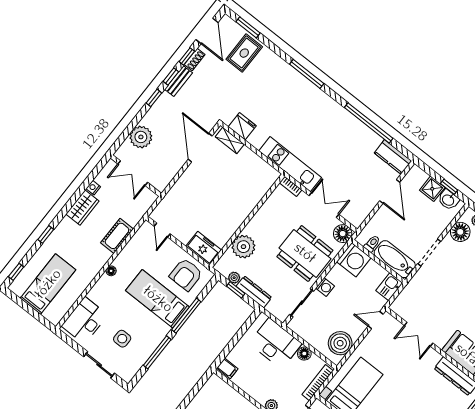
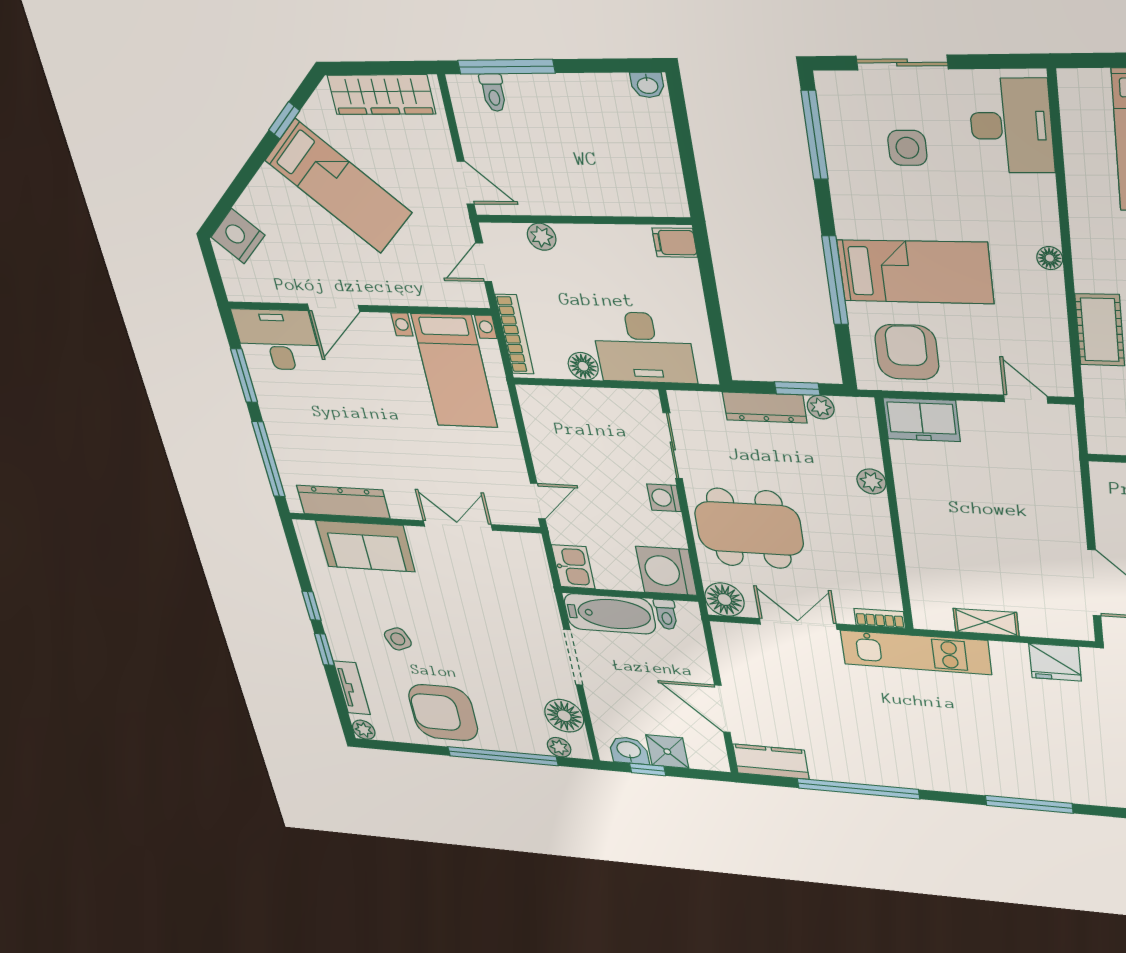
shelving: (230, 141) -> (986, 622), moved
double door: (324, 205) -> (798, 624), swing flipped
plant: (243, 247) -> (871, 481), width x0.53, depth x0.53
boiler: (340, 343) -> (549, 425), removed
window: (157, 352) -> (815, 135), moved

